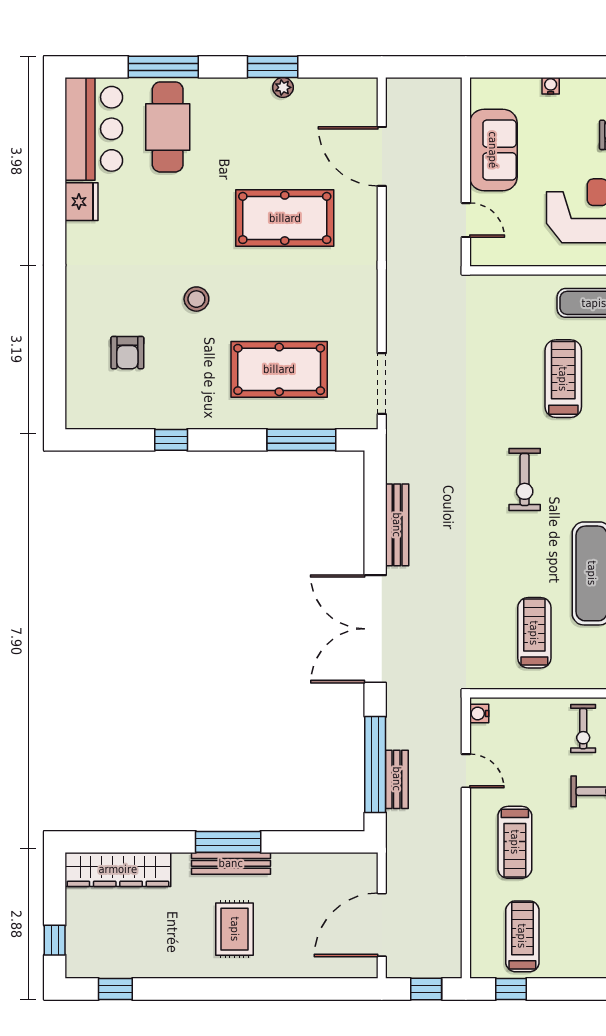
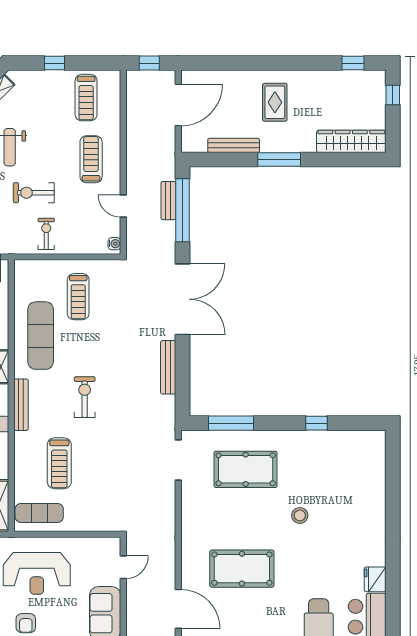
door: (466, 220) -> (123, 567), swing flipped
armchair: (127, 353) -> (345, 480), removed
bench: (231, 863) -> (234, 145), moved
window: (511, 989) -> (54, 63), moved

